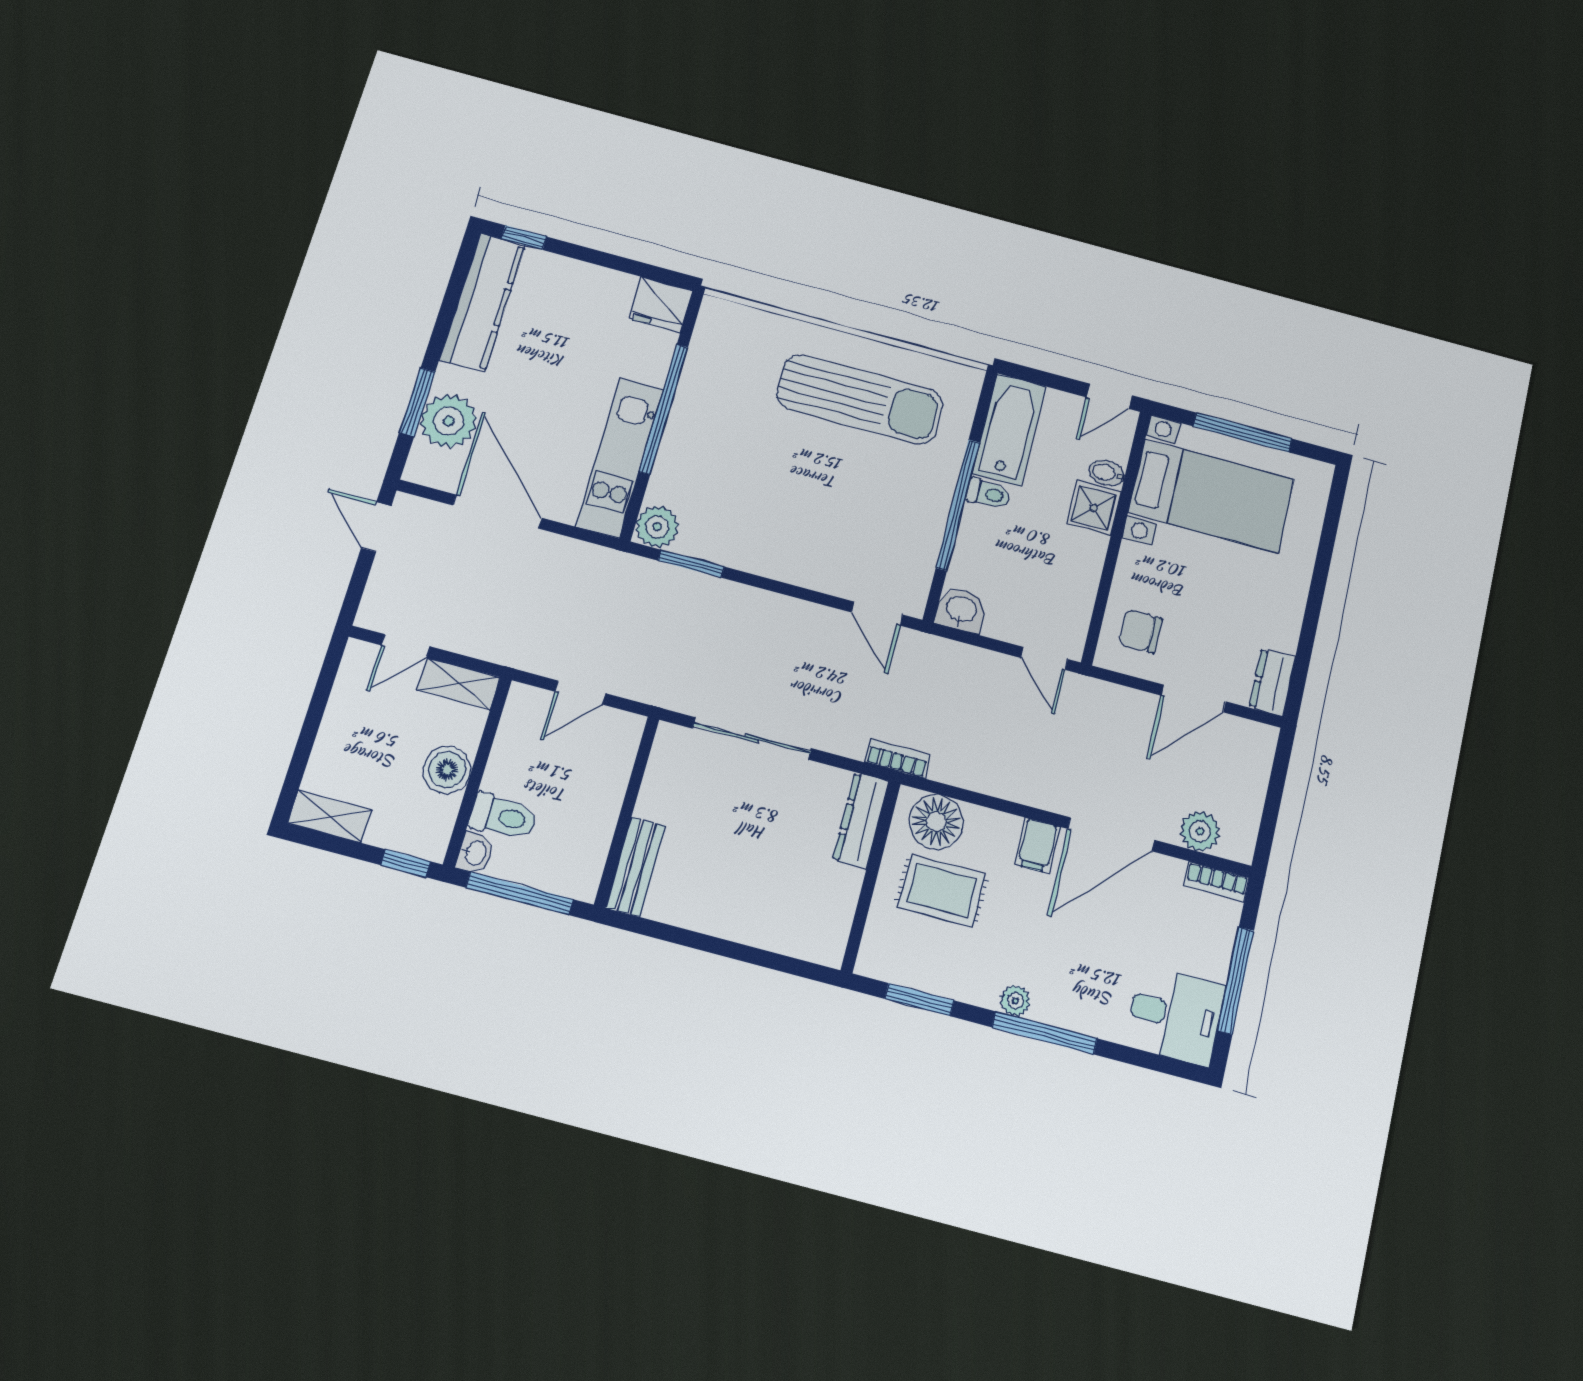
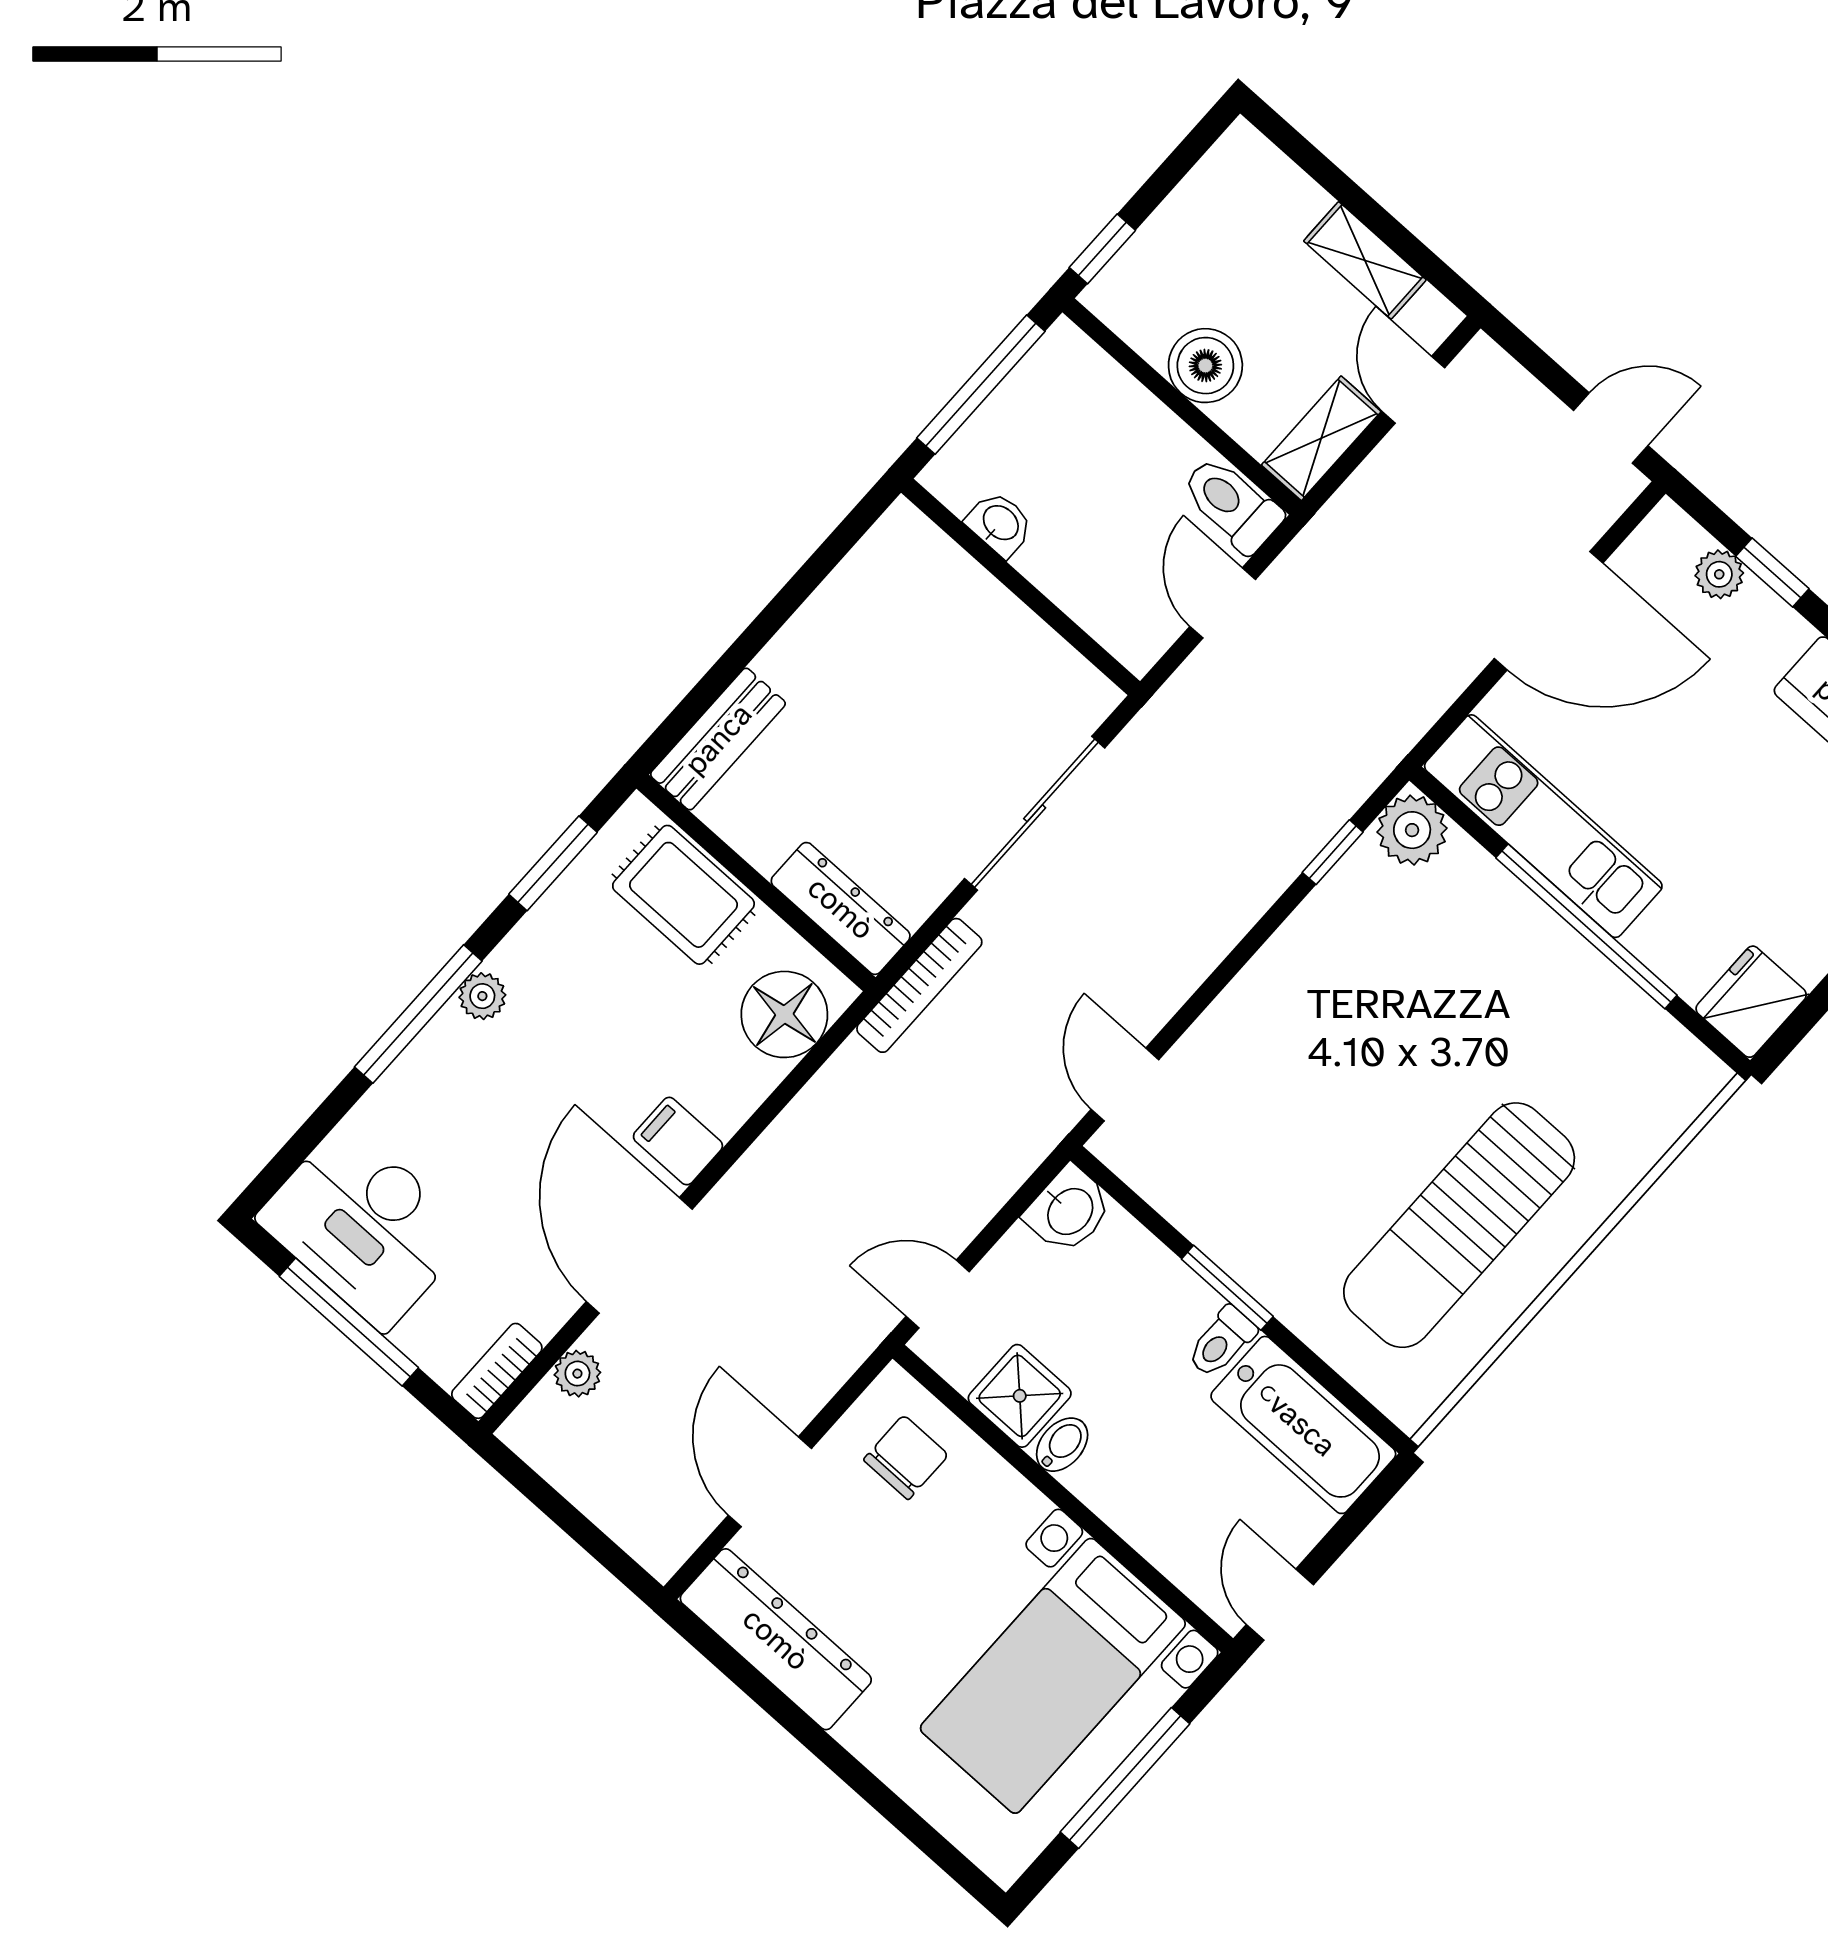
window: (417, 402) -> (1772, 573), width x0.67
plant: (449, 421) -> (1719, 574), width x0.53, depth x0.53
bidet: (1107, 473) -> (1062, 1445), moved
window: (958, 505) -> (1227, 1288), width x0.47
shower: (1094, 508) -> (1020, 1396), moved
window: (691, 564) -> (1333, 852), width x0.67
door: (877, 614) -> (1125, 1085), hinge flipped
dresser: (1272, 682) -> (776, 1639), width x1.96, depth x1.24
bookcase: (898, 759) -> (919, 985), width x1.56
shelving: (330, 817) -> (1365, 260), moved, turned 90
toilet: (503, 817) -> (1232, 504), moved, turned 90
plant: (1200, 831) -> (577, 1374), width x0.73, depth x0.73
washbasin: (475, 853) -> (1000, 524), moved, turned 180
bench: (636, 867) -> (718, 739), moved, turned 90
rug: (942, 890) -> (683, 895), moved, turned 90
desk: (1175, 1015) -> (365, 1226), width x1.37

